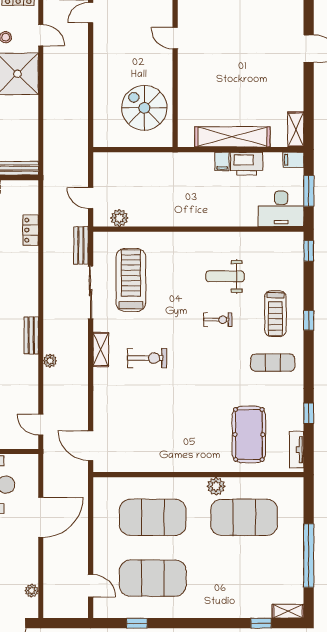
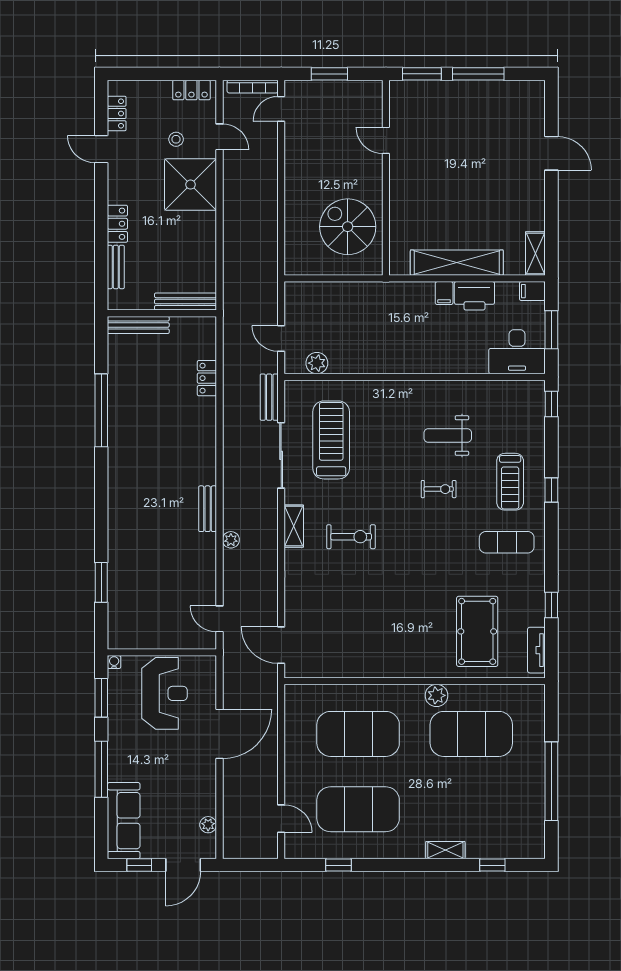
shelving: (288, 611) -> (445, 850), moved

